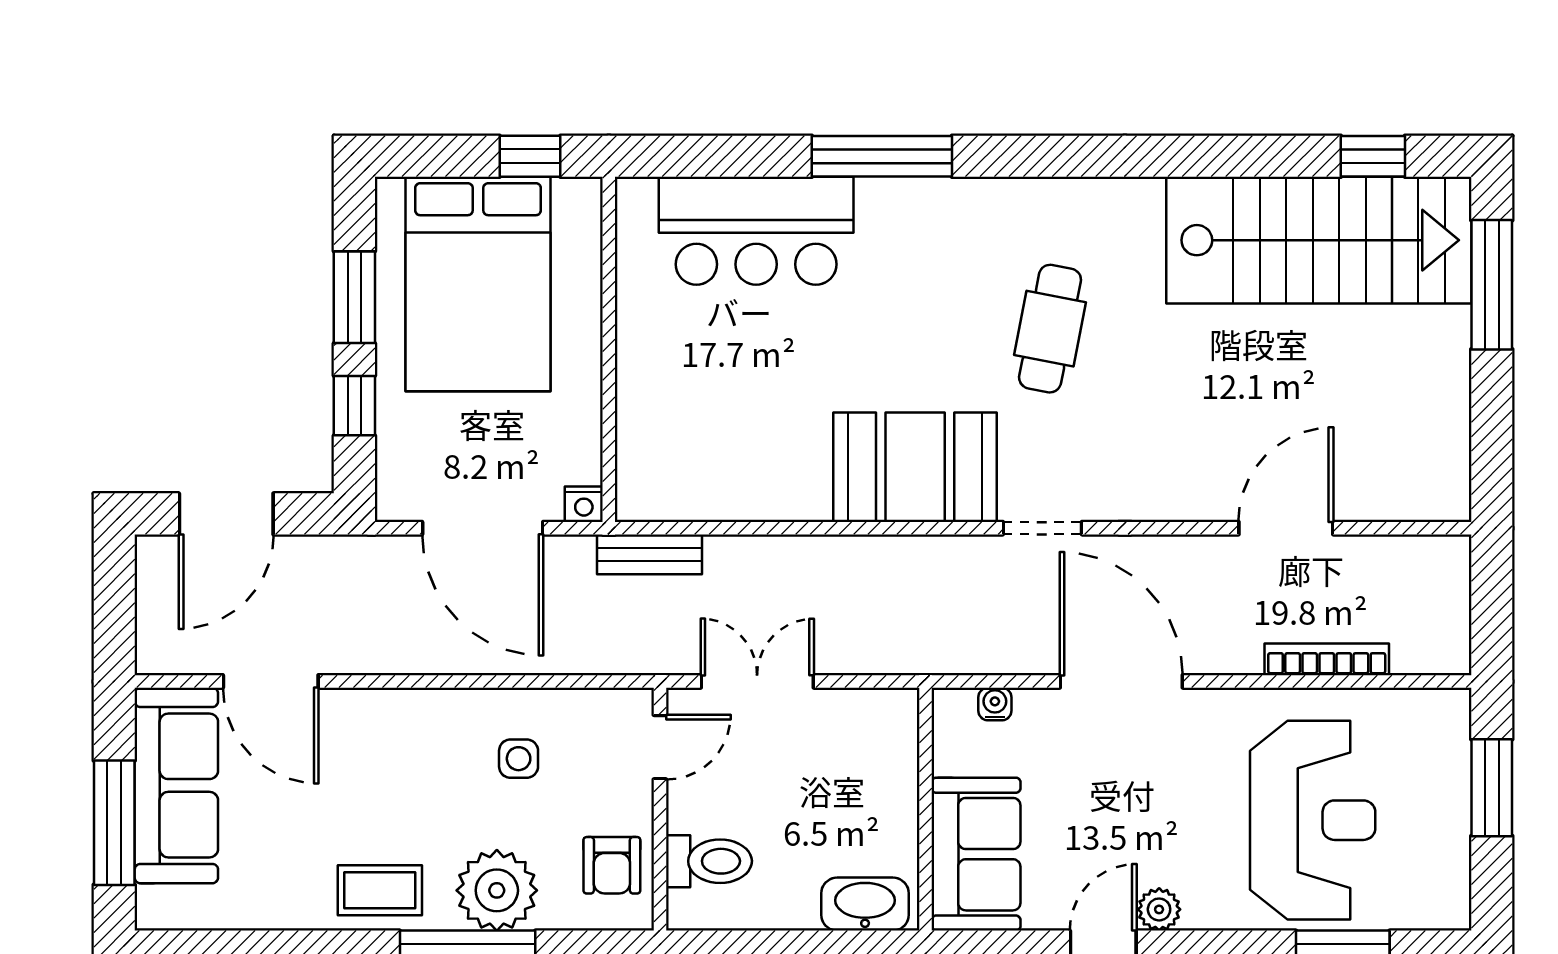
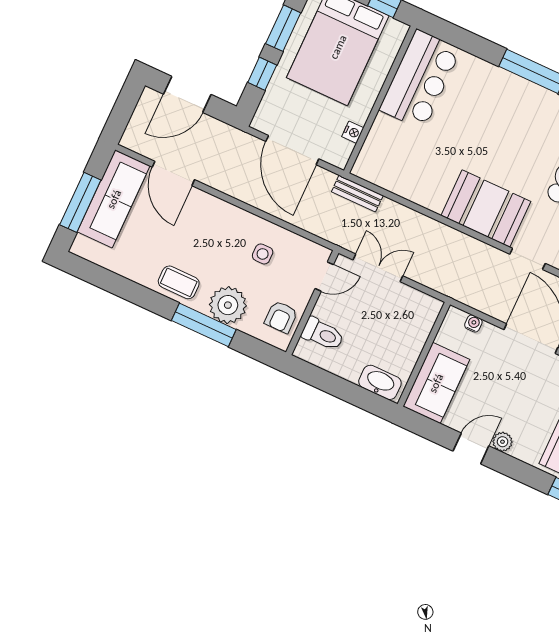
bar counter: (756, 231) -> (420, 80), moved, turned -90
nightstand: (584, 504) -> (353, 132), moved, turned -90

